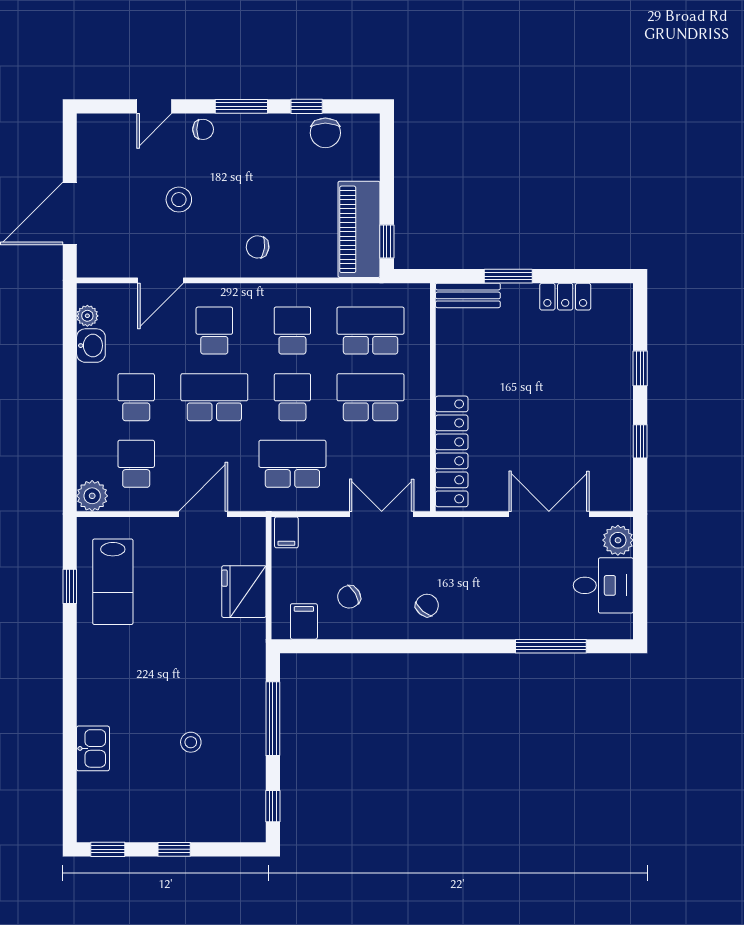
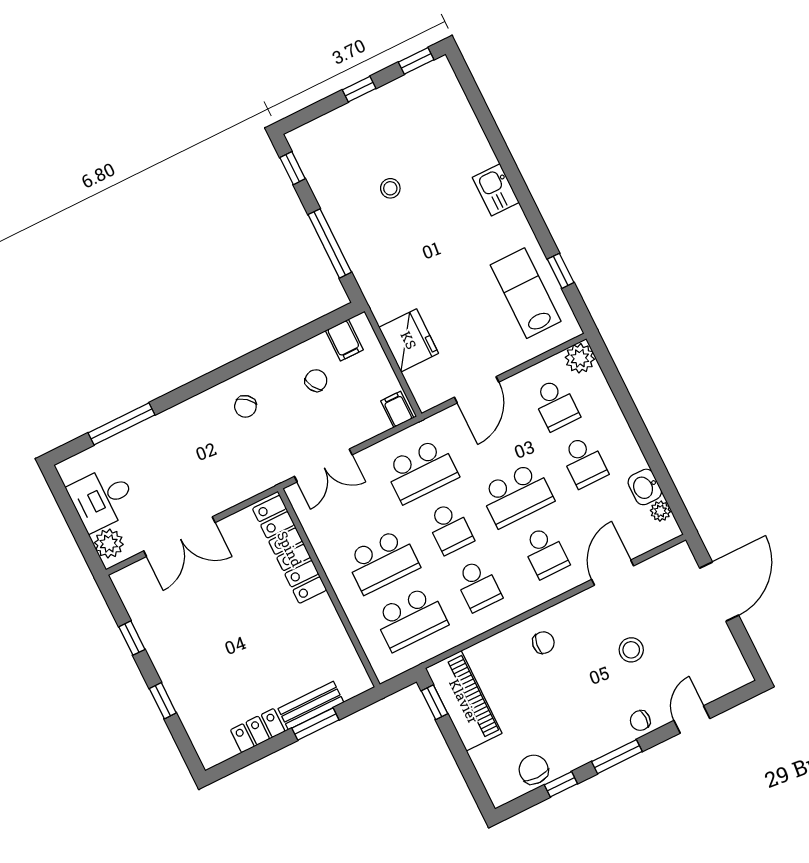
bench: (468, 295) -> (311, 706), moved
kitchen sink: (93, 748) -> (496, 190), moved

